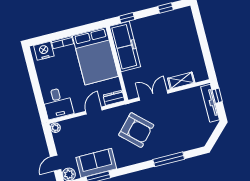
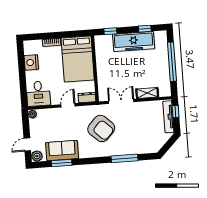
window: (203, 40) -> (172, 62), added
freezer: (125, 46) -> (134, 41), moved, turned 90
nightstand: (44, 51) -> (31, 62), moved, turned -90

